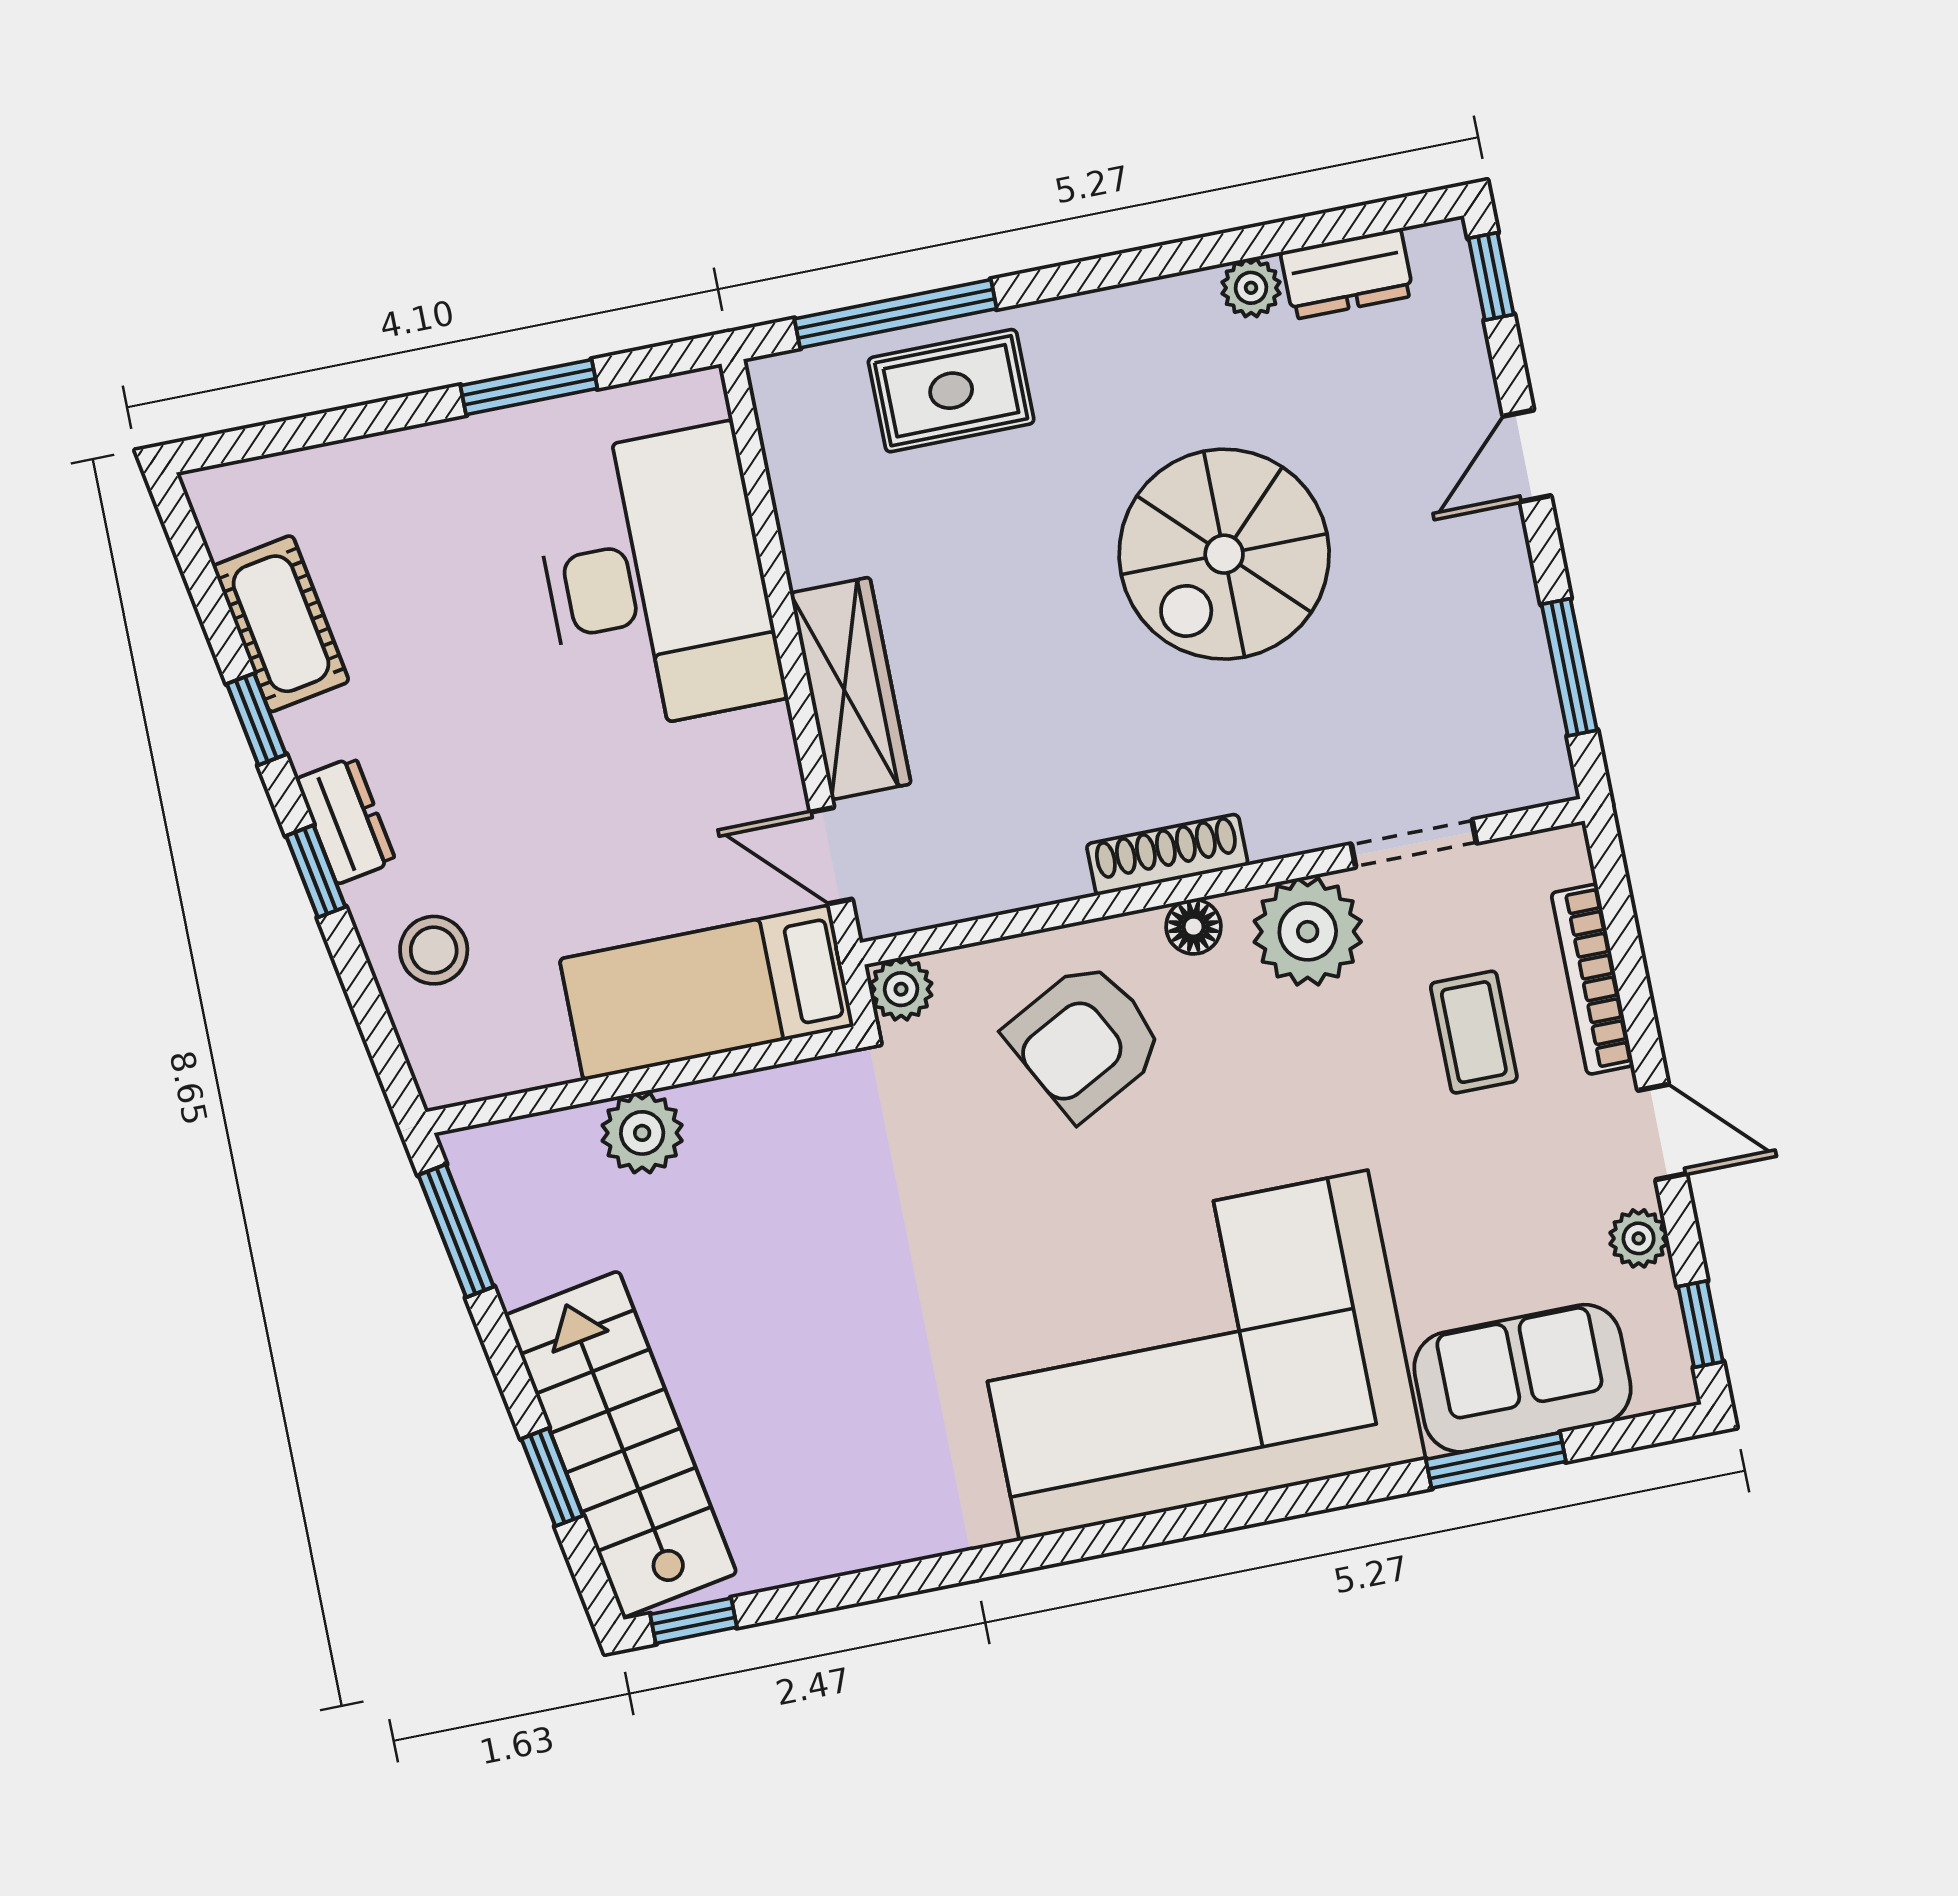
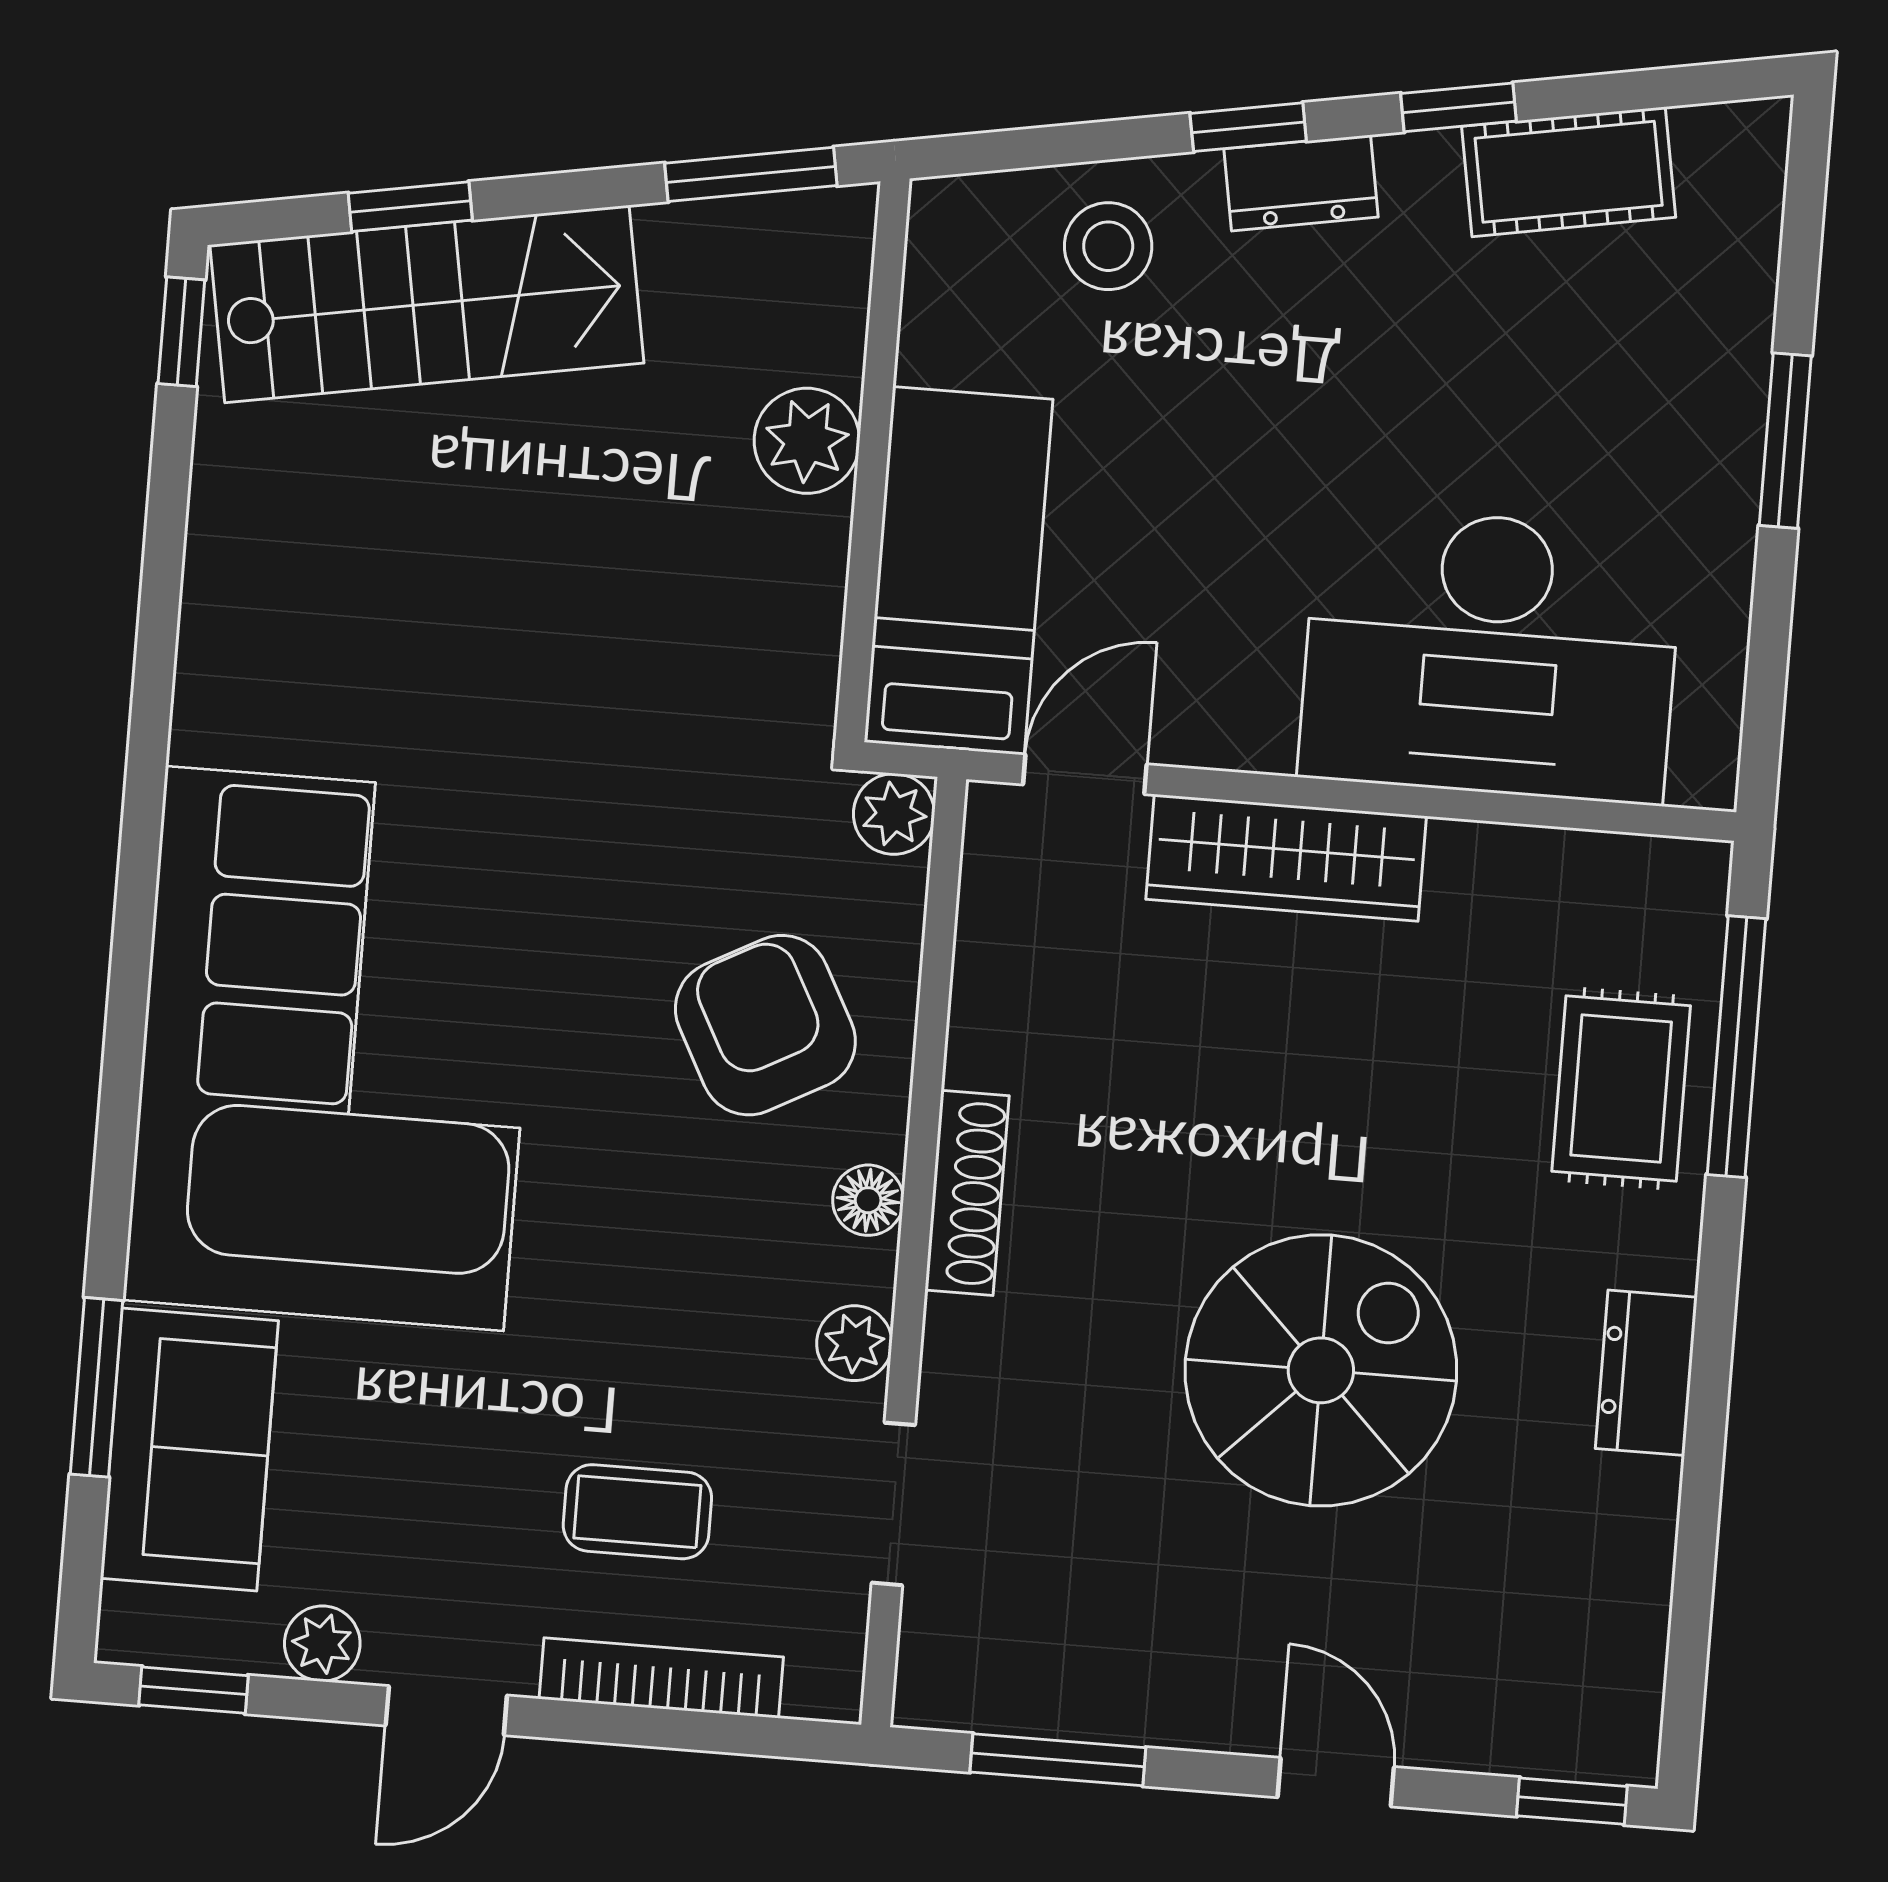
dresser: (1347, 274) -> (1646, 1373), moved
plant: (1251, 288) -> (1643, 1498), removed
window: (529, 387) -> (1785, 441), moved
spiral stairs: (1224, 554) -> (1321, 1370), turned 90
plant: (1308, 932) -> (854, 1343), width x0.53, depth x0.53

